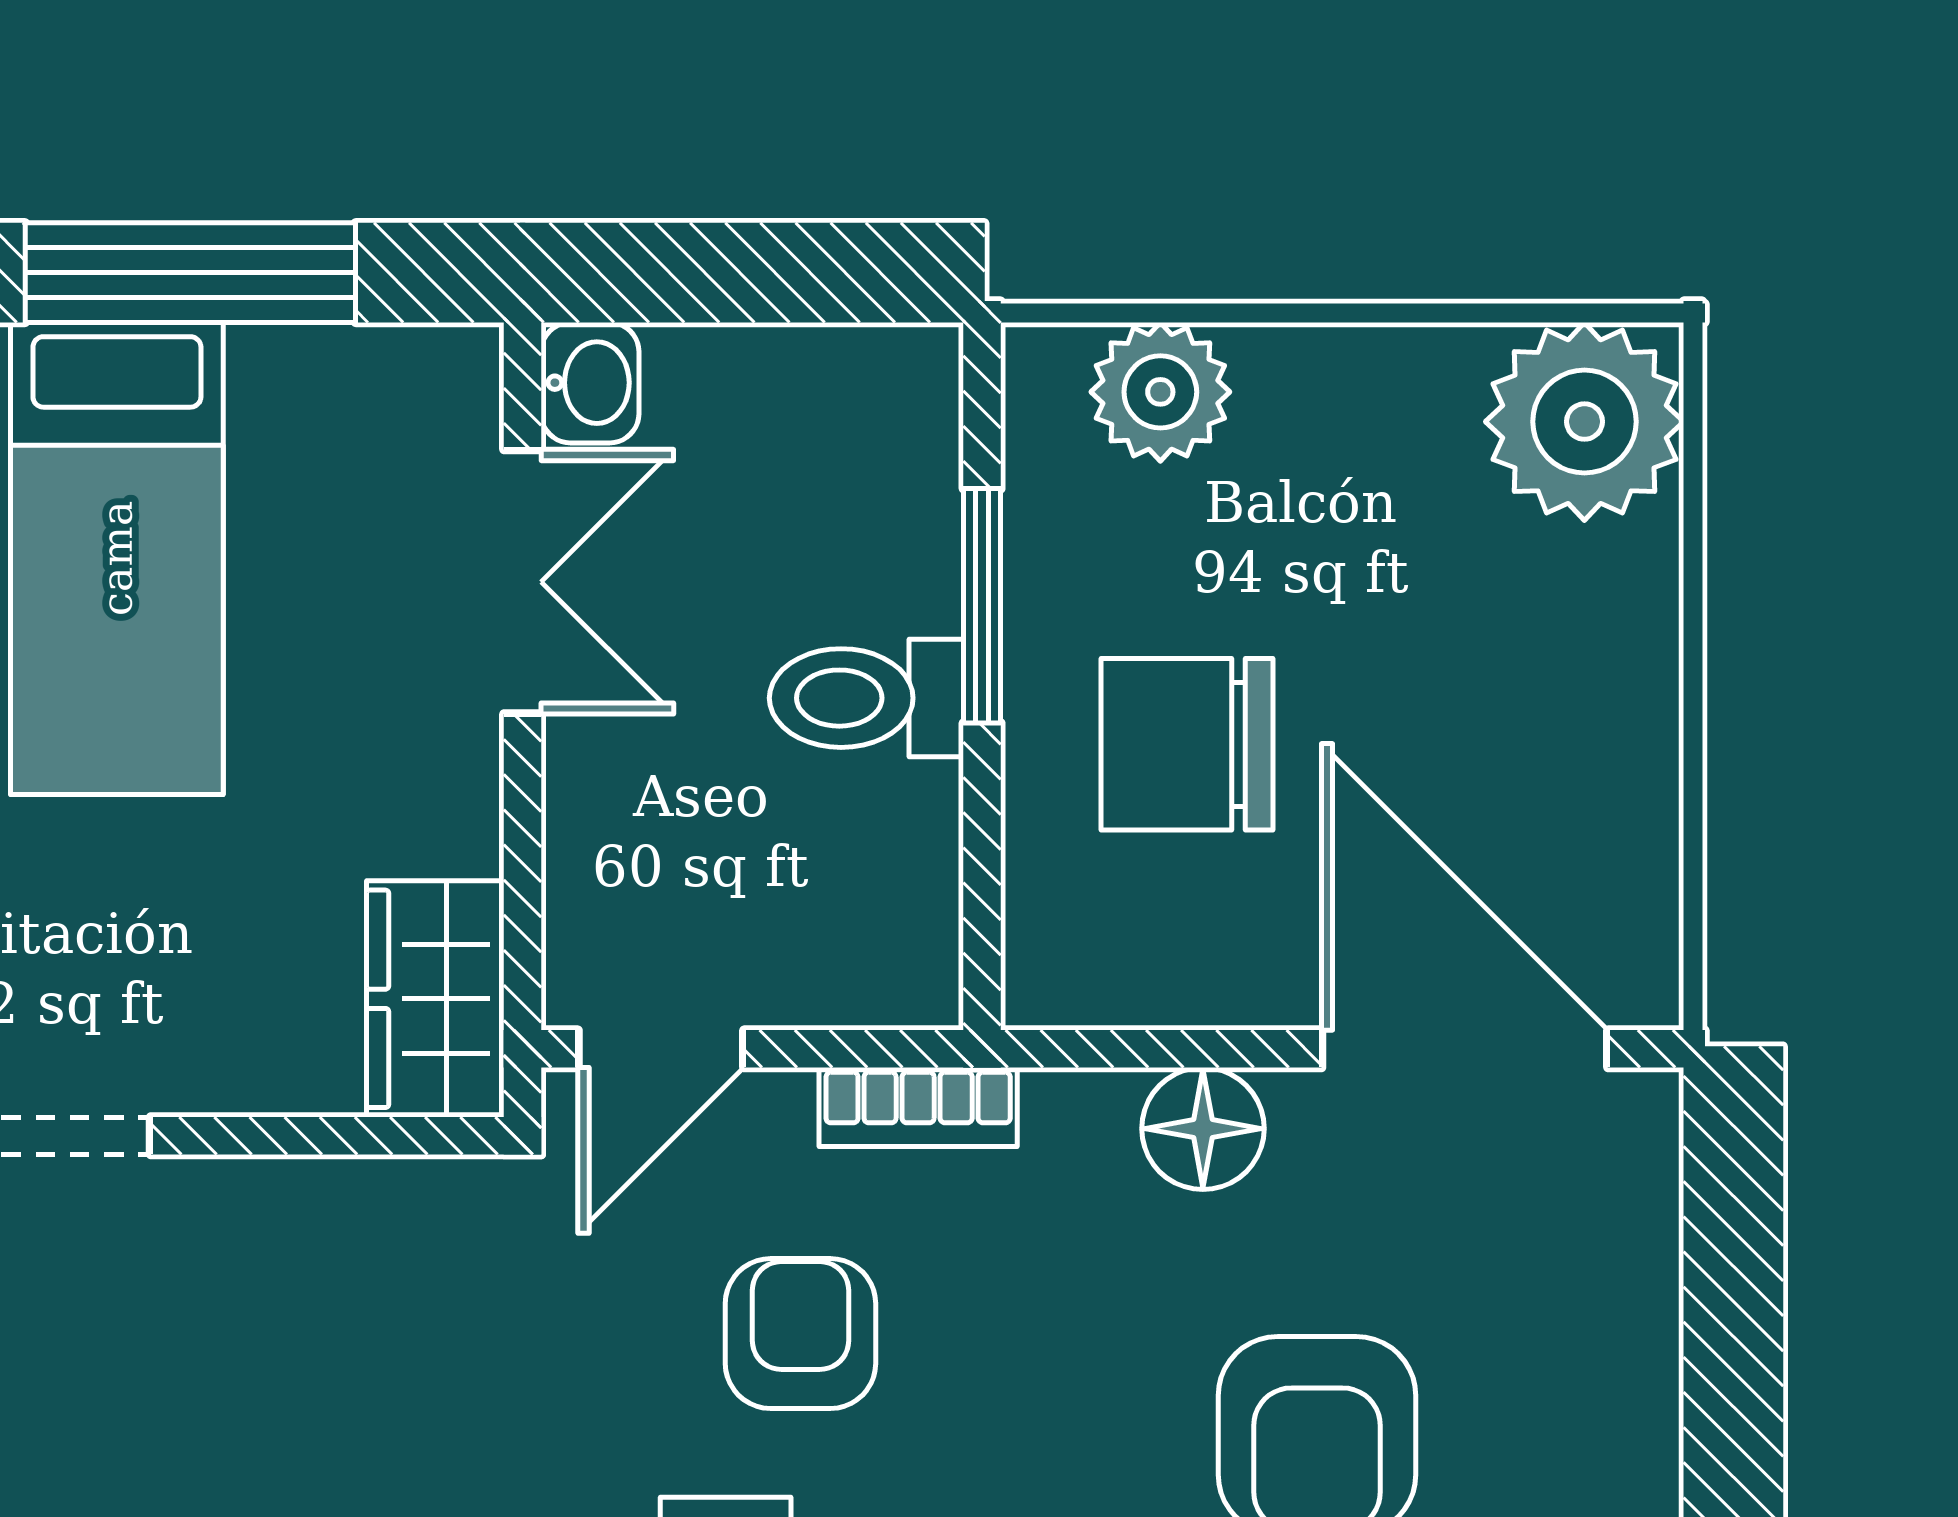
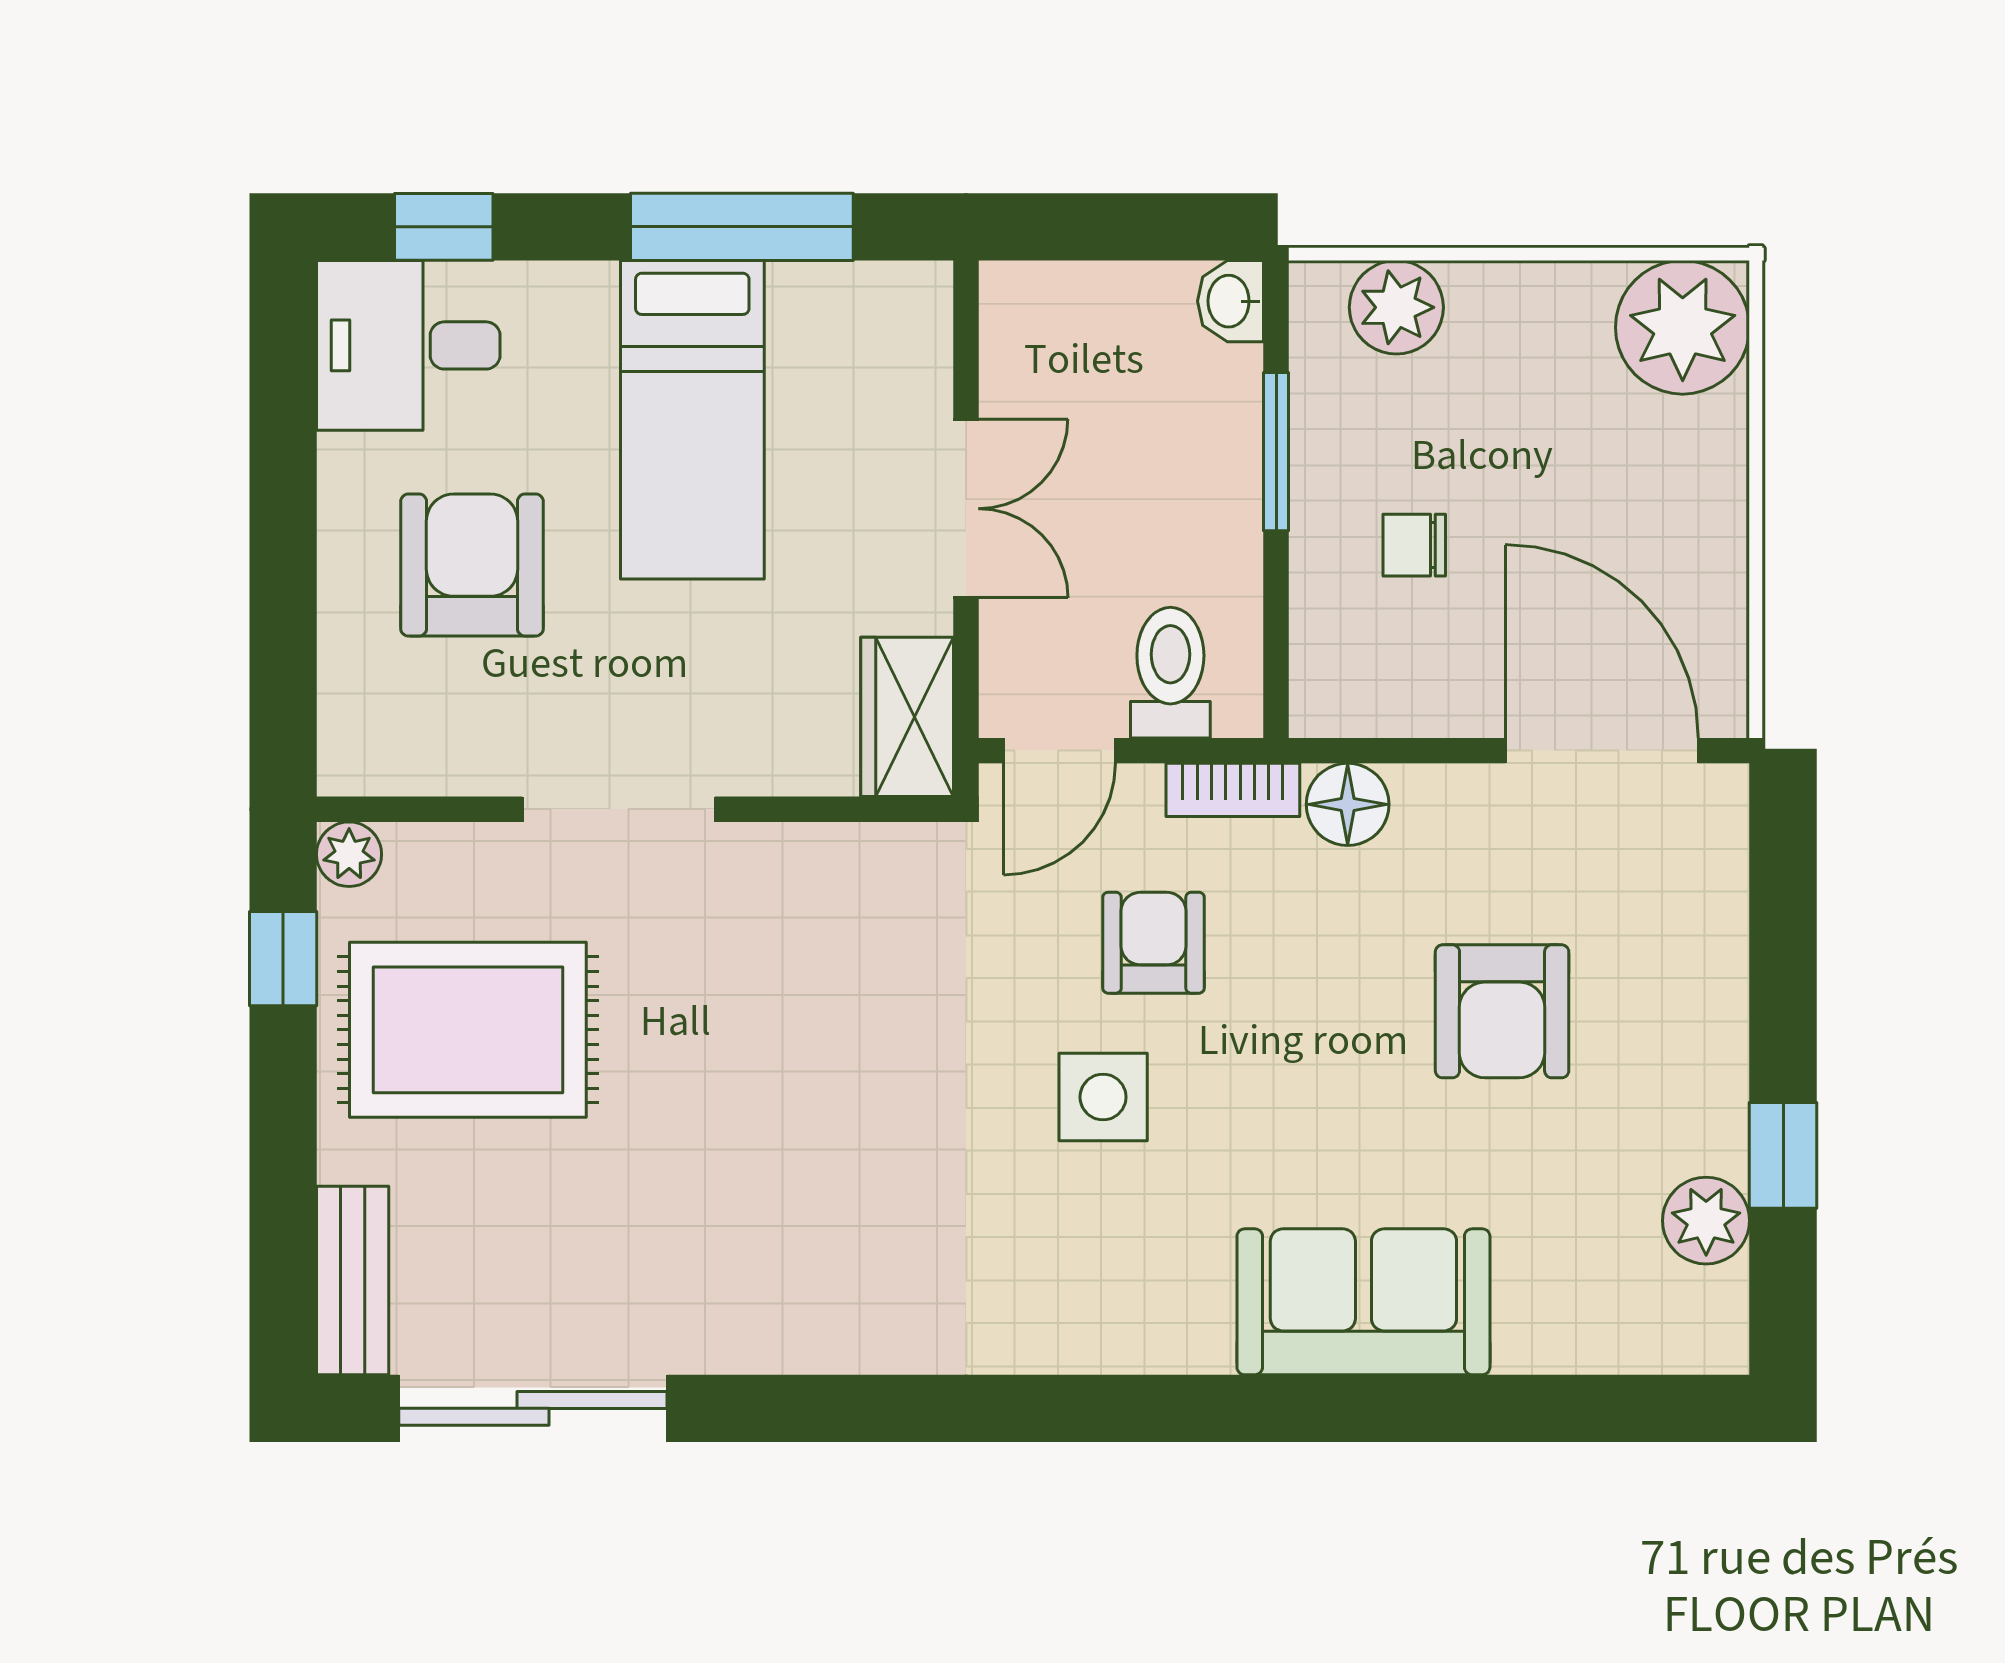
washbasin: (590, 383) -> (1231, 301), moved, turned 180
double door: (523, 582) -> (966, 509), moved
toilet: (866, 698) -> (1170, 673), moved, turned 90
chair: (1187, 744) -> (1414, 545), width x0.54, depth x0.54
floor lamp: (1203, 1129) -> (1348, 804), moved

